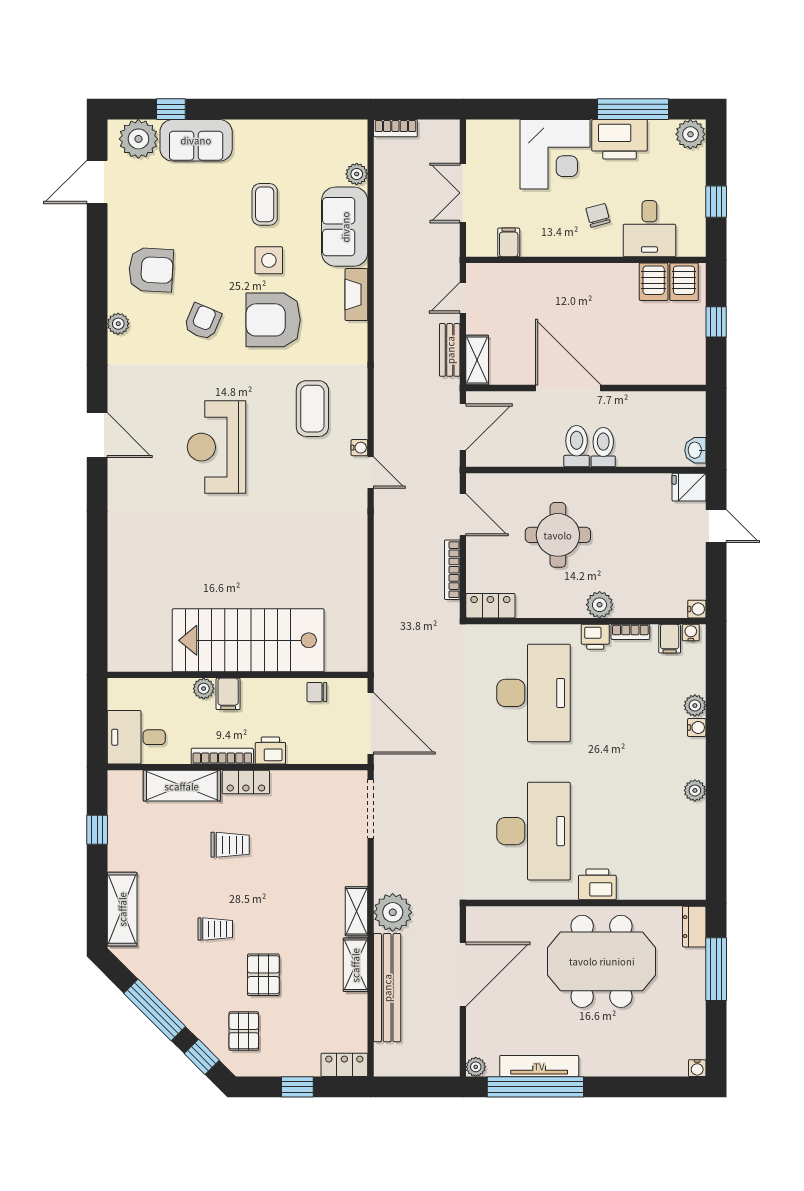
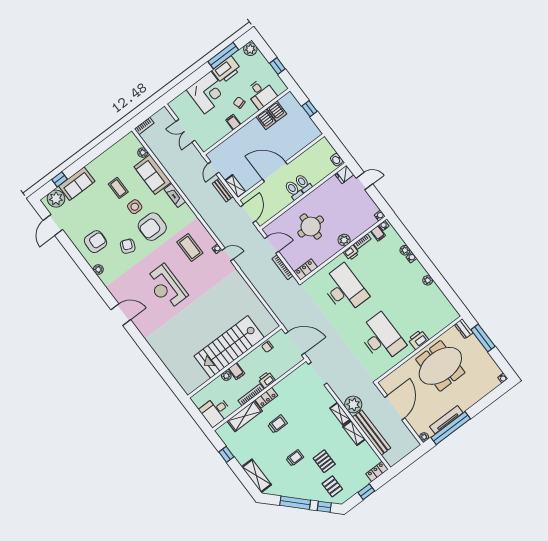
filing cabinet: (509, 242) -> (233, 122), moved
server rack: (684, 282) -> (266, 119), moved

